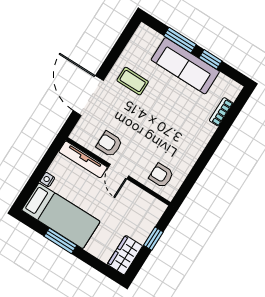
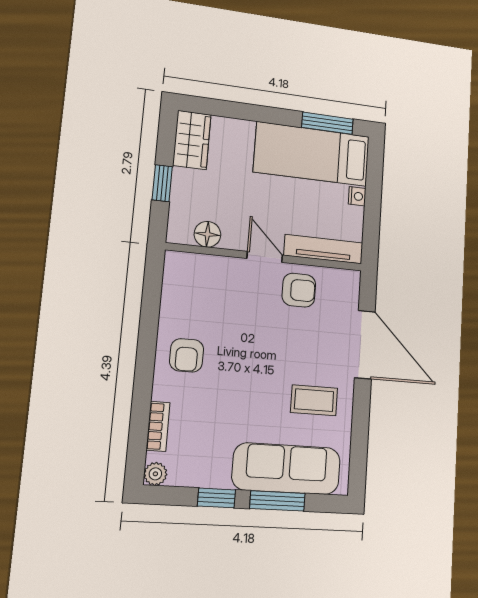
sofa: (185, 66) -> (286, 469), moved
plant: (235, 89) -> (155, 474), added
armchair: (161, 175) -> (187, 355), moved, turned 90
floor lamp: (143, 199) -> (207, 234), added
window: (60, 241) -> (327, 123), moved

